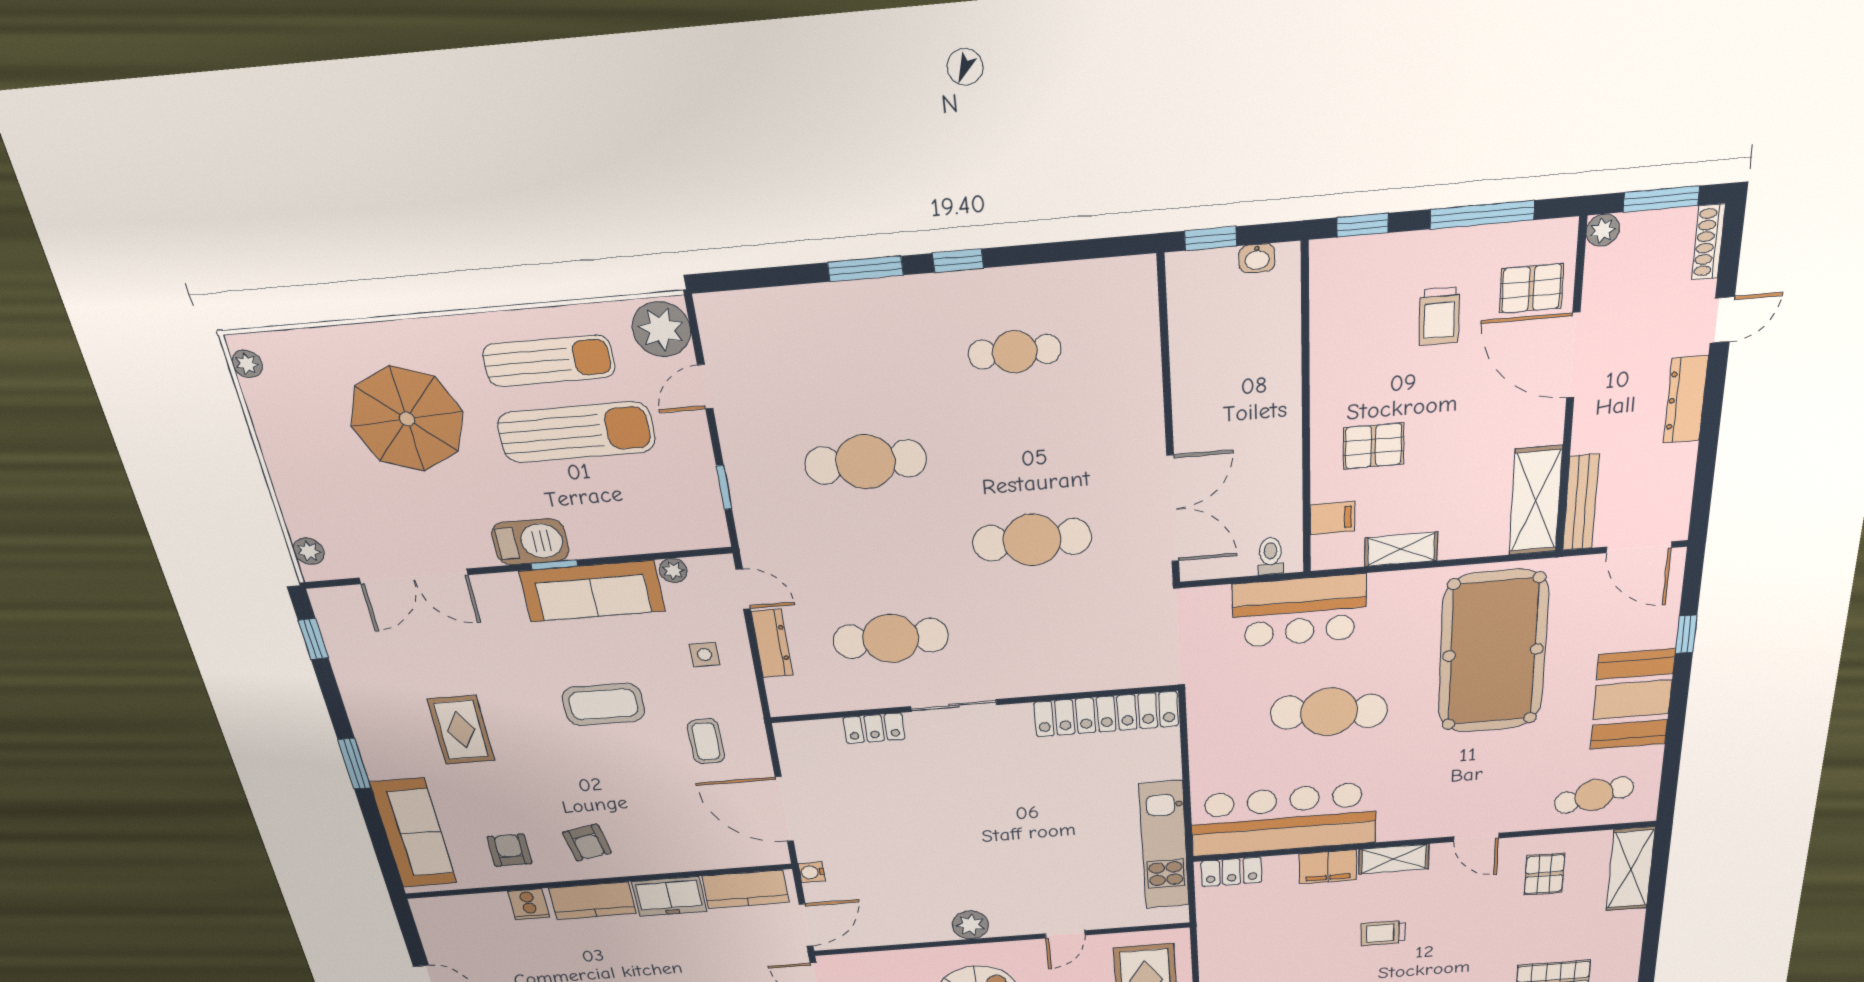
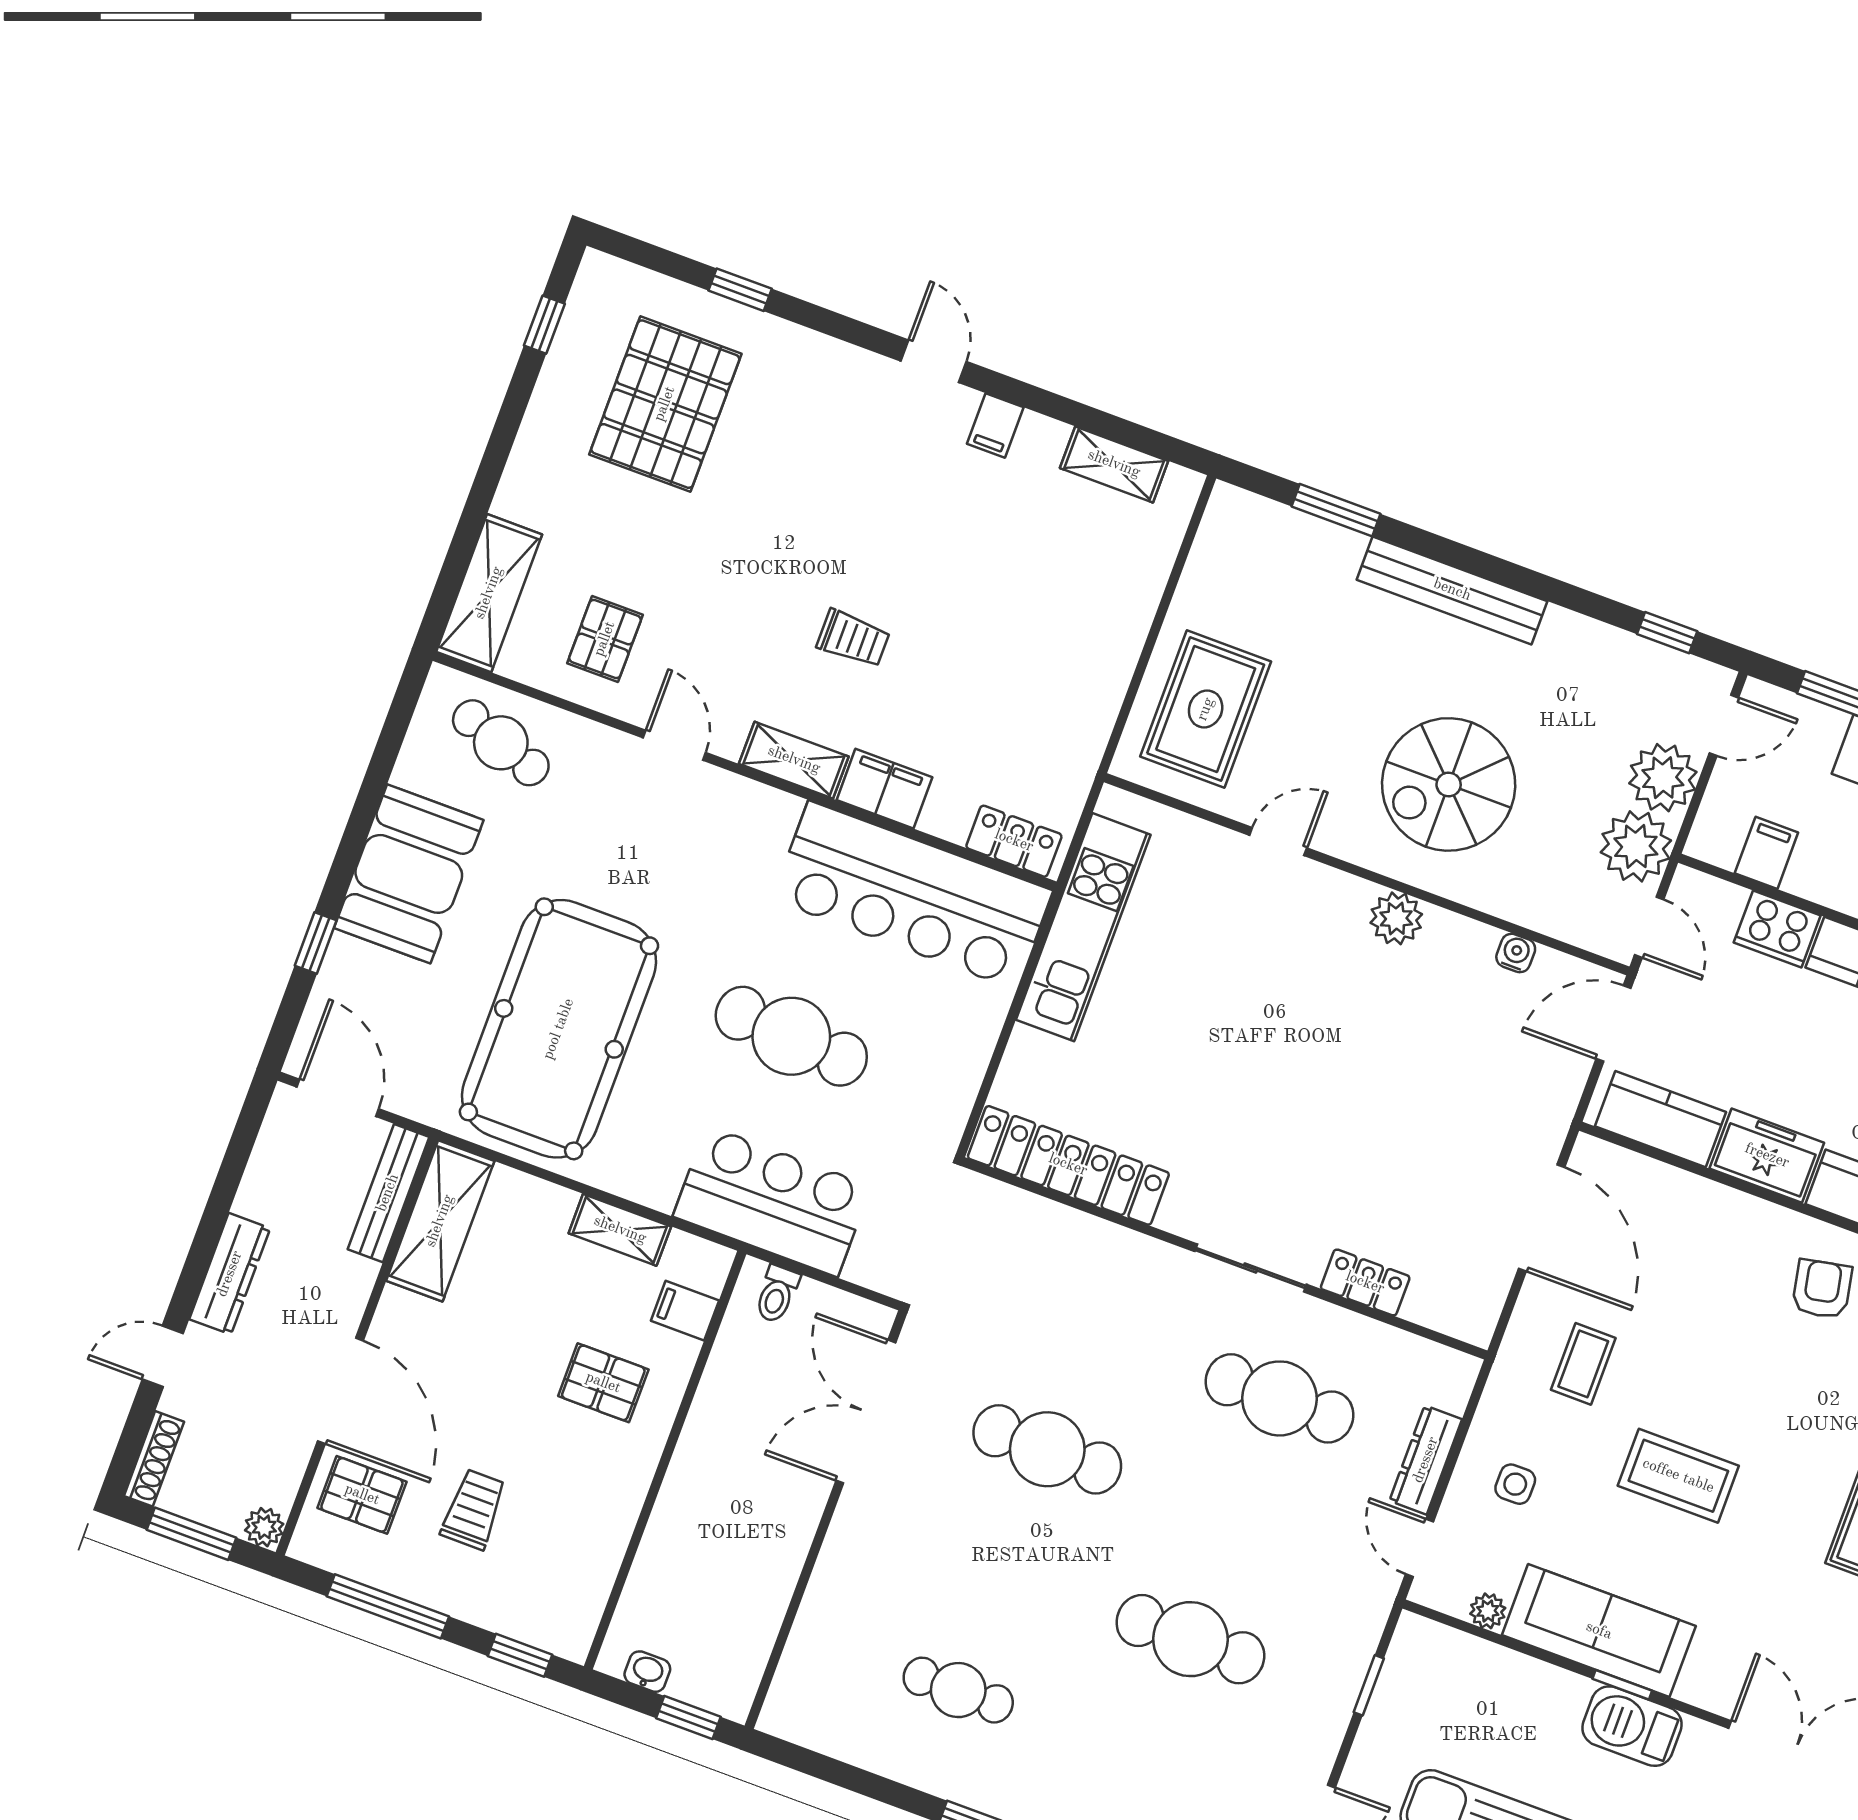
cafe table: (1594, 795) -> (501, 743), turned 33
water cooler: (812, 872) -> (1516, 953), moved, turned -90

